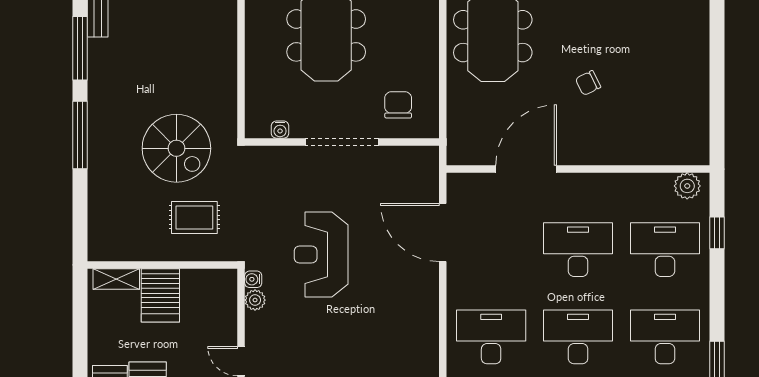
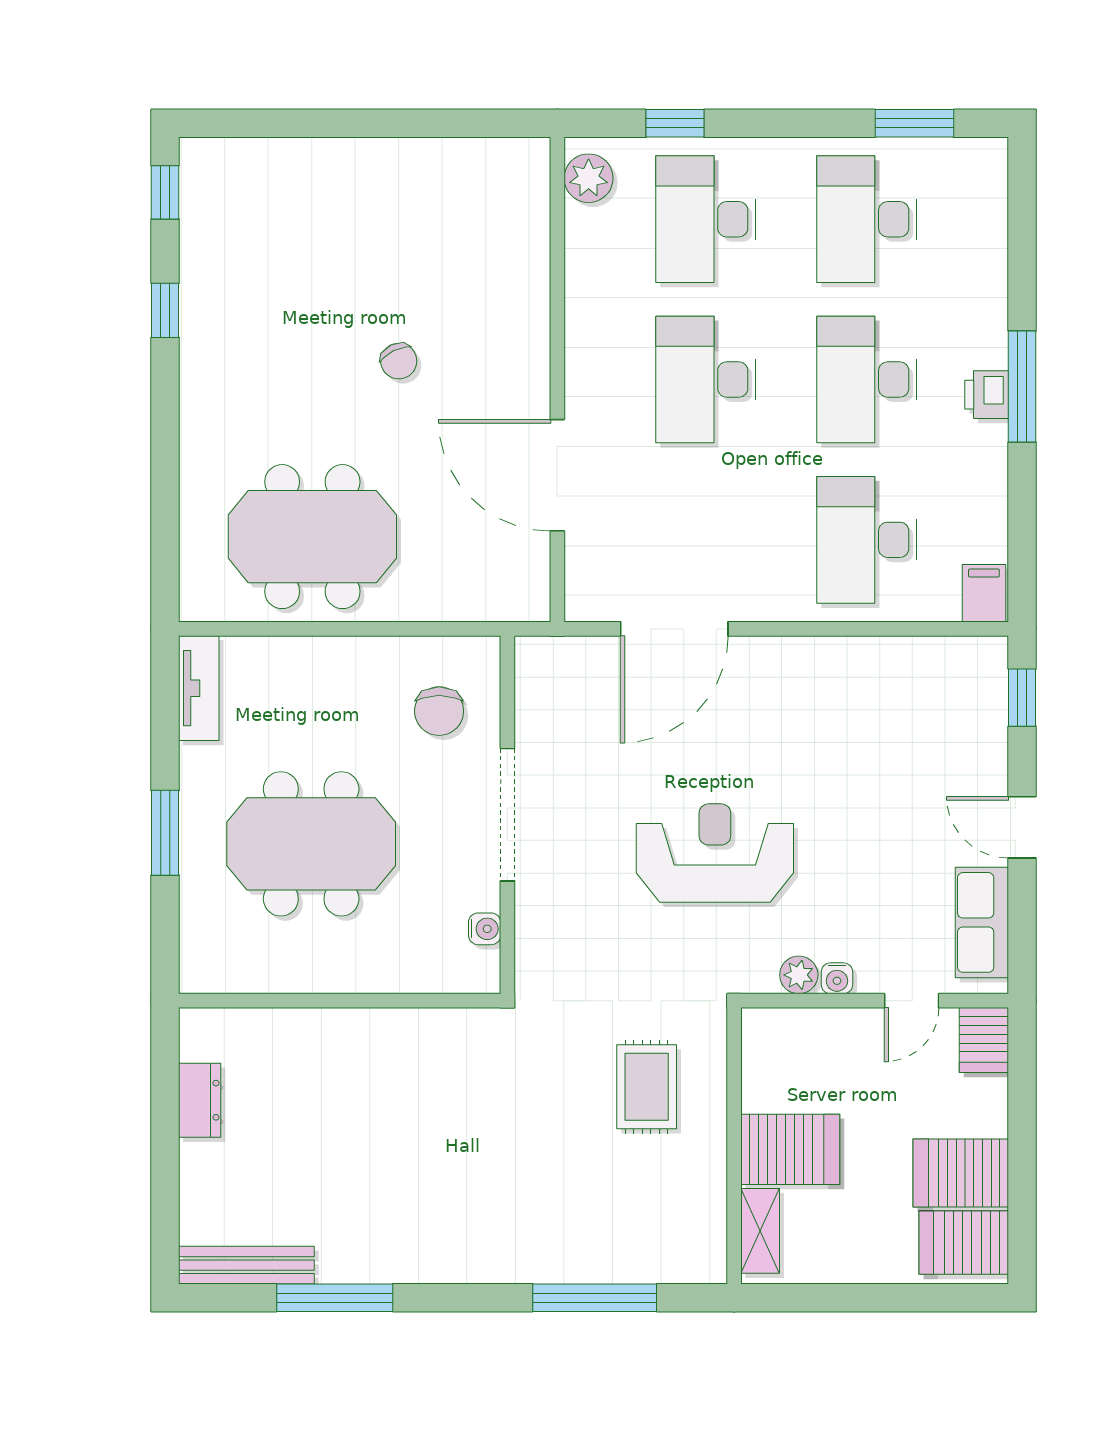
chair: (398, 105) -> (439, 711), turned -90
window: (80, 135) -> (595, 1298), moved
spiral stairs: (176, 148) -> (519, 1120), removed
reception desk: (321, 255) -> (715, 853), turned 180
water cooler: (253, 279) -> (837, 978), moved

